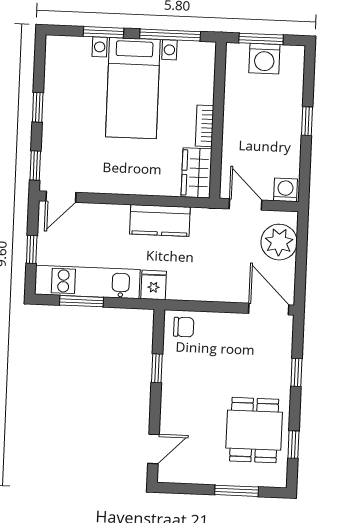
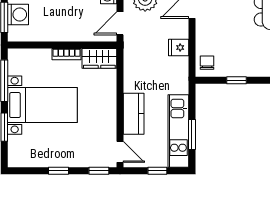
kitchen counter: (160, 221) -> (134, 114), moved
fridge: (154, 285) -> (179, 48), moved

